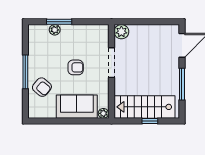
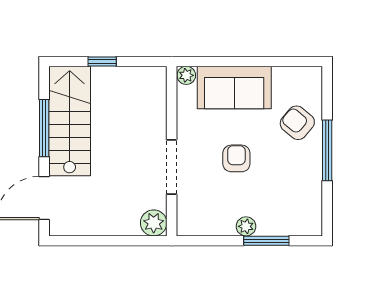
plant: (55, 30) -> (246, 226), moved
armchair: (76, 67) -> (236, 158), turned 90
stairs: (144, 107) -> (70, 121), moved, turned -90

